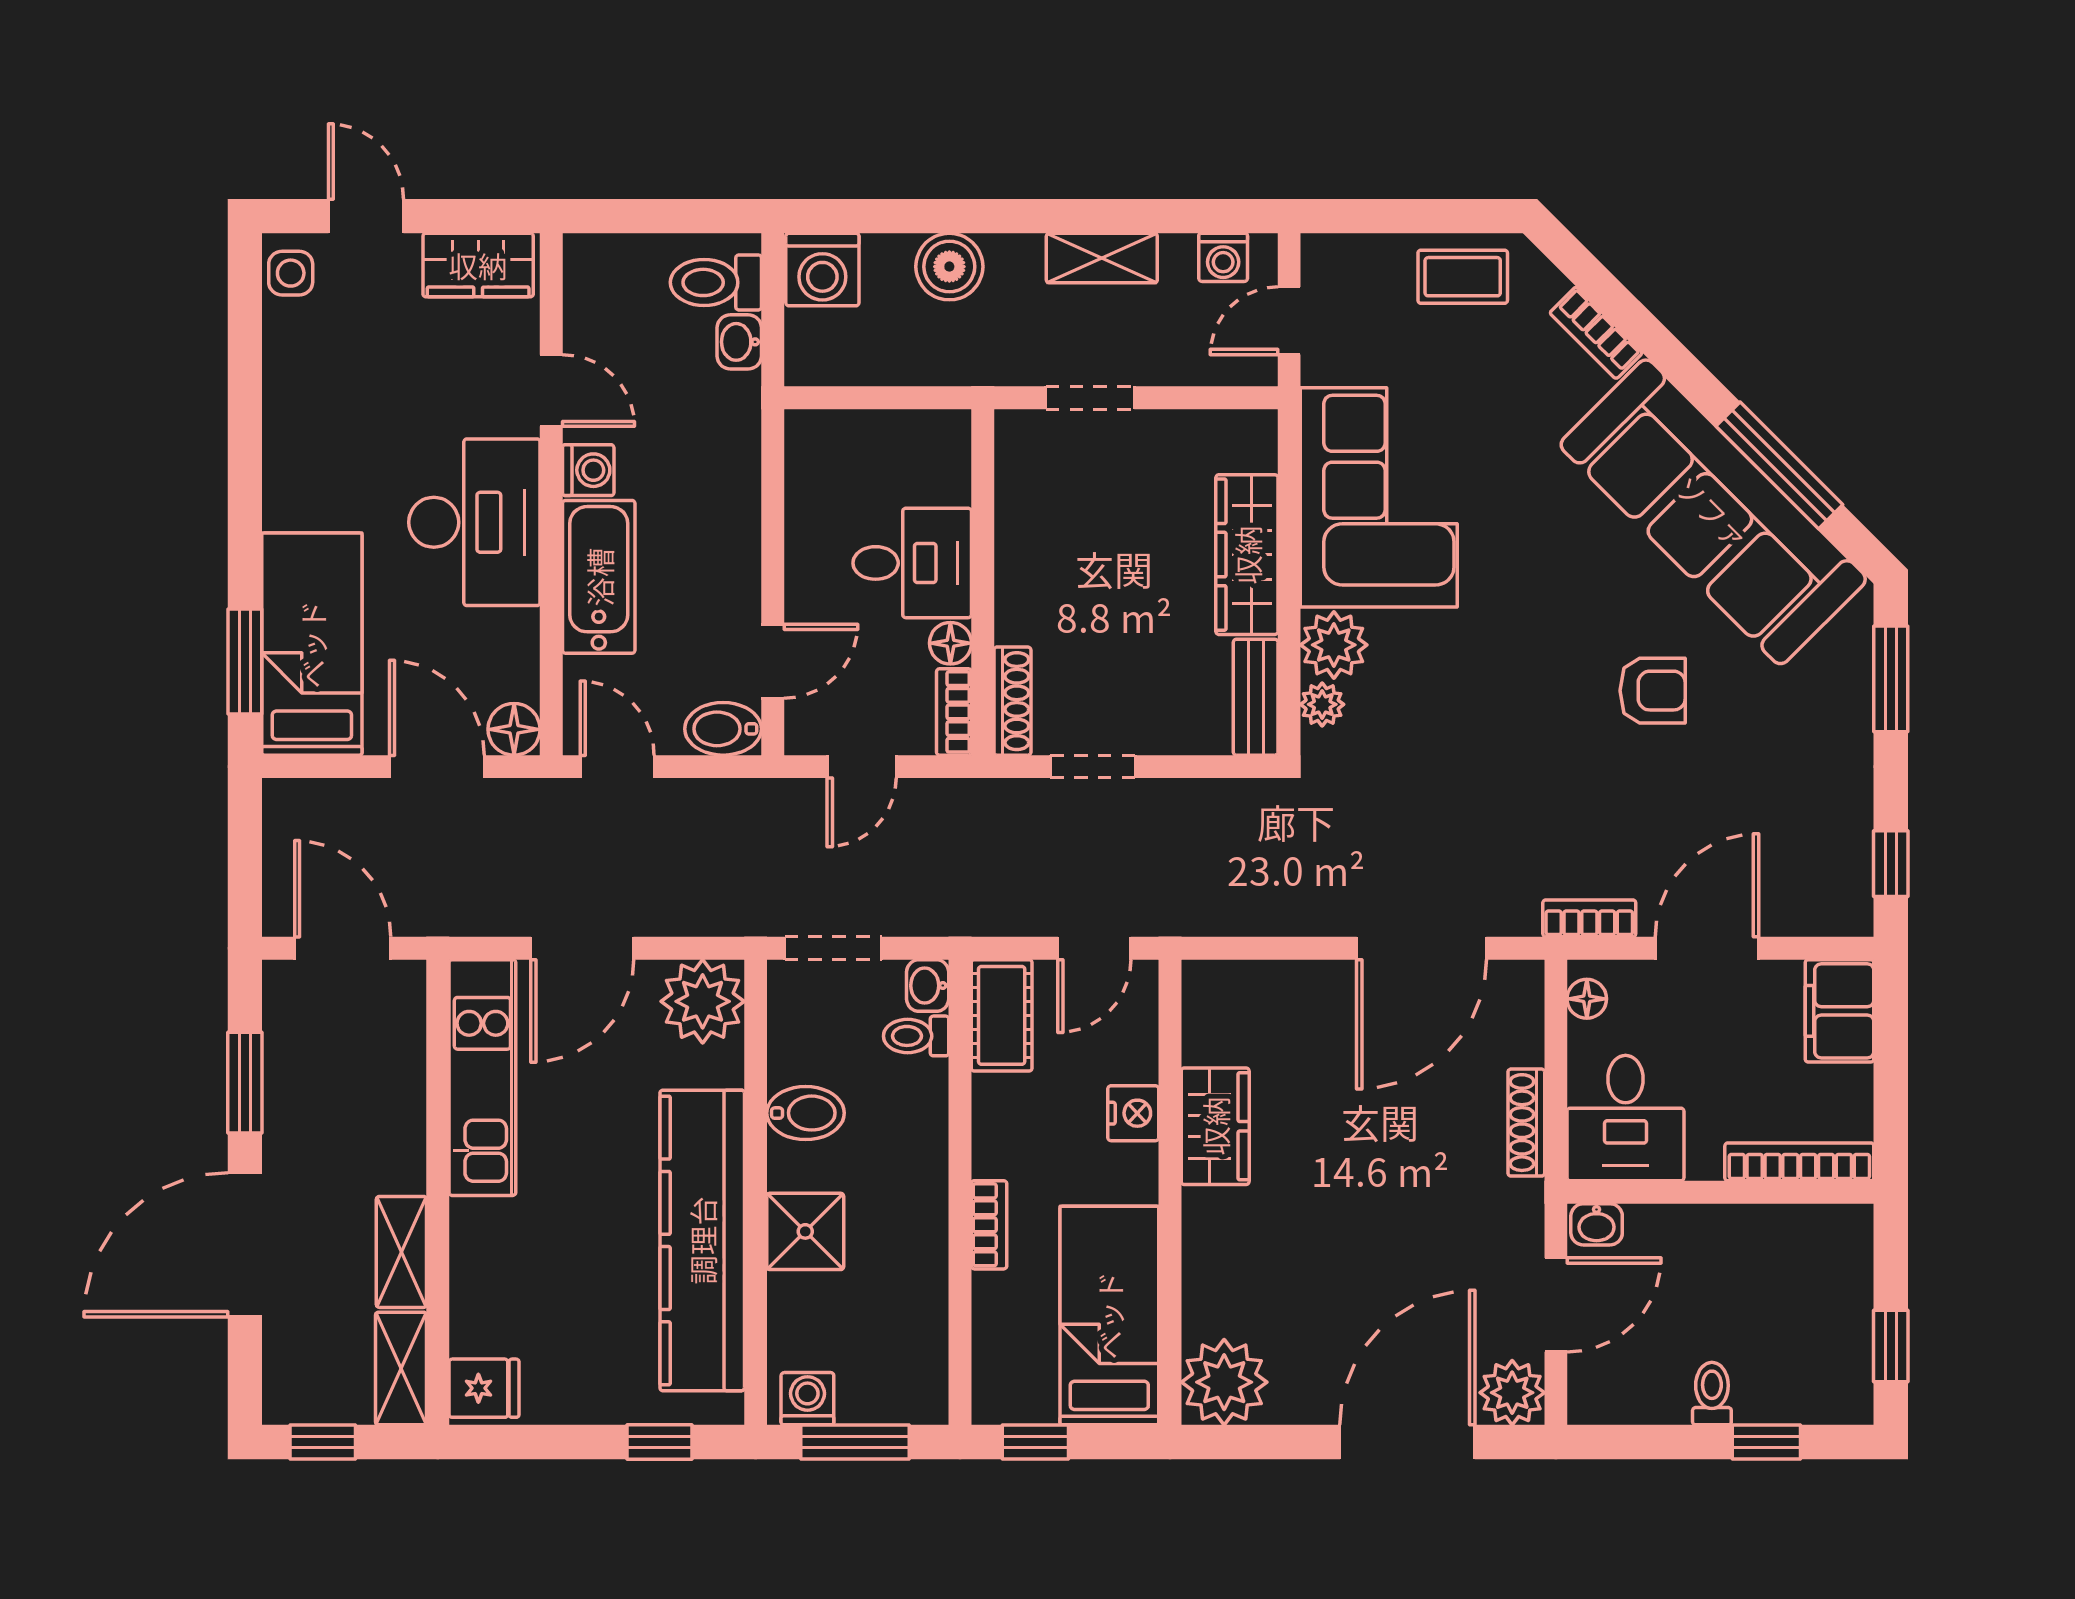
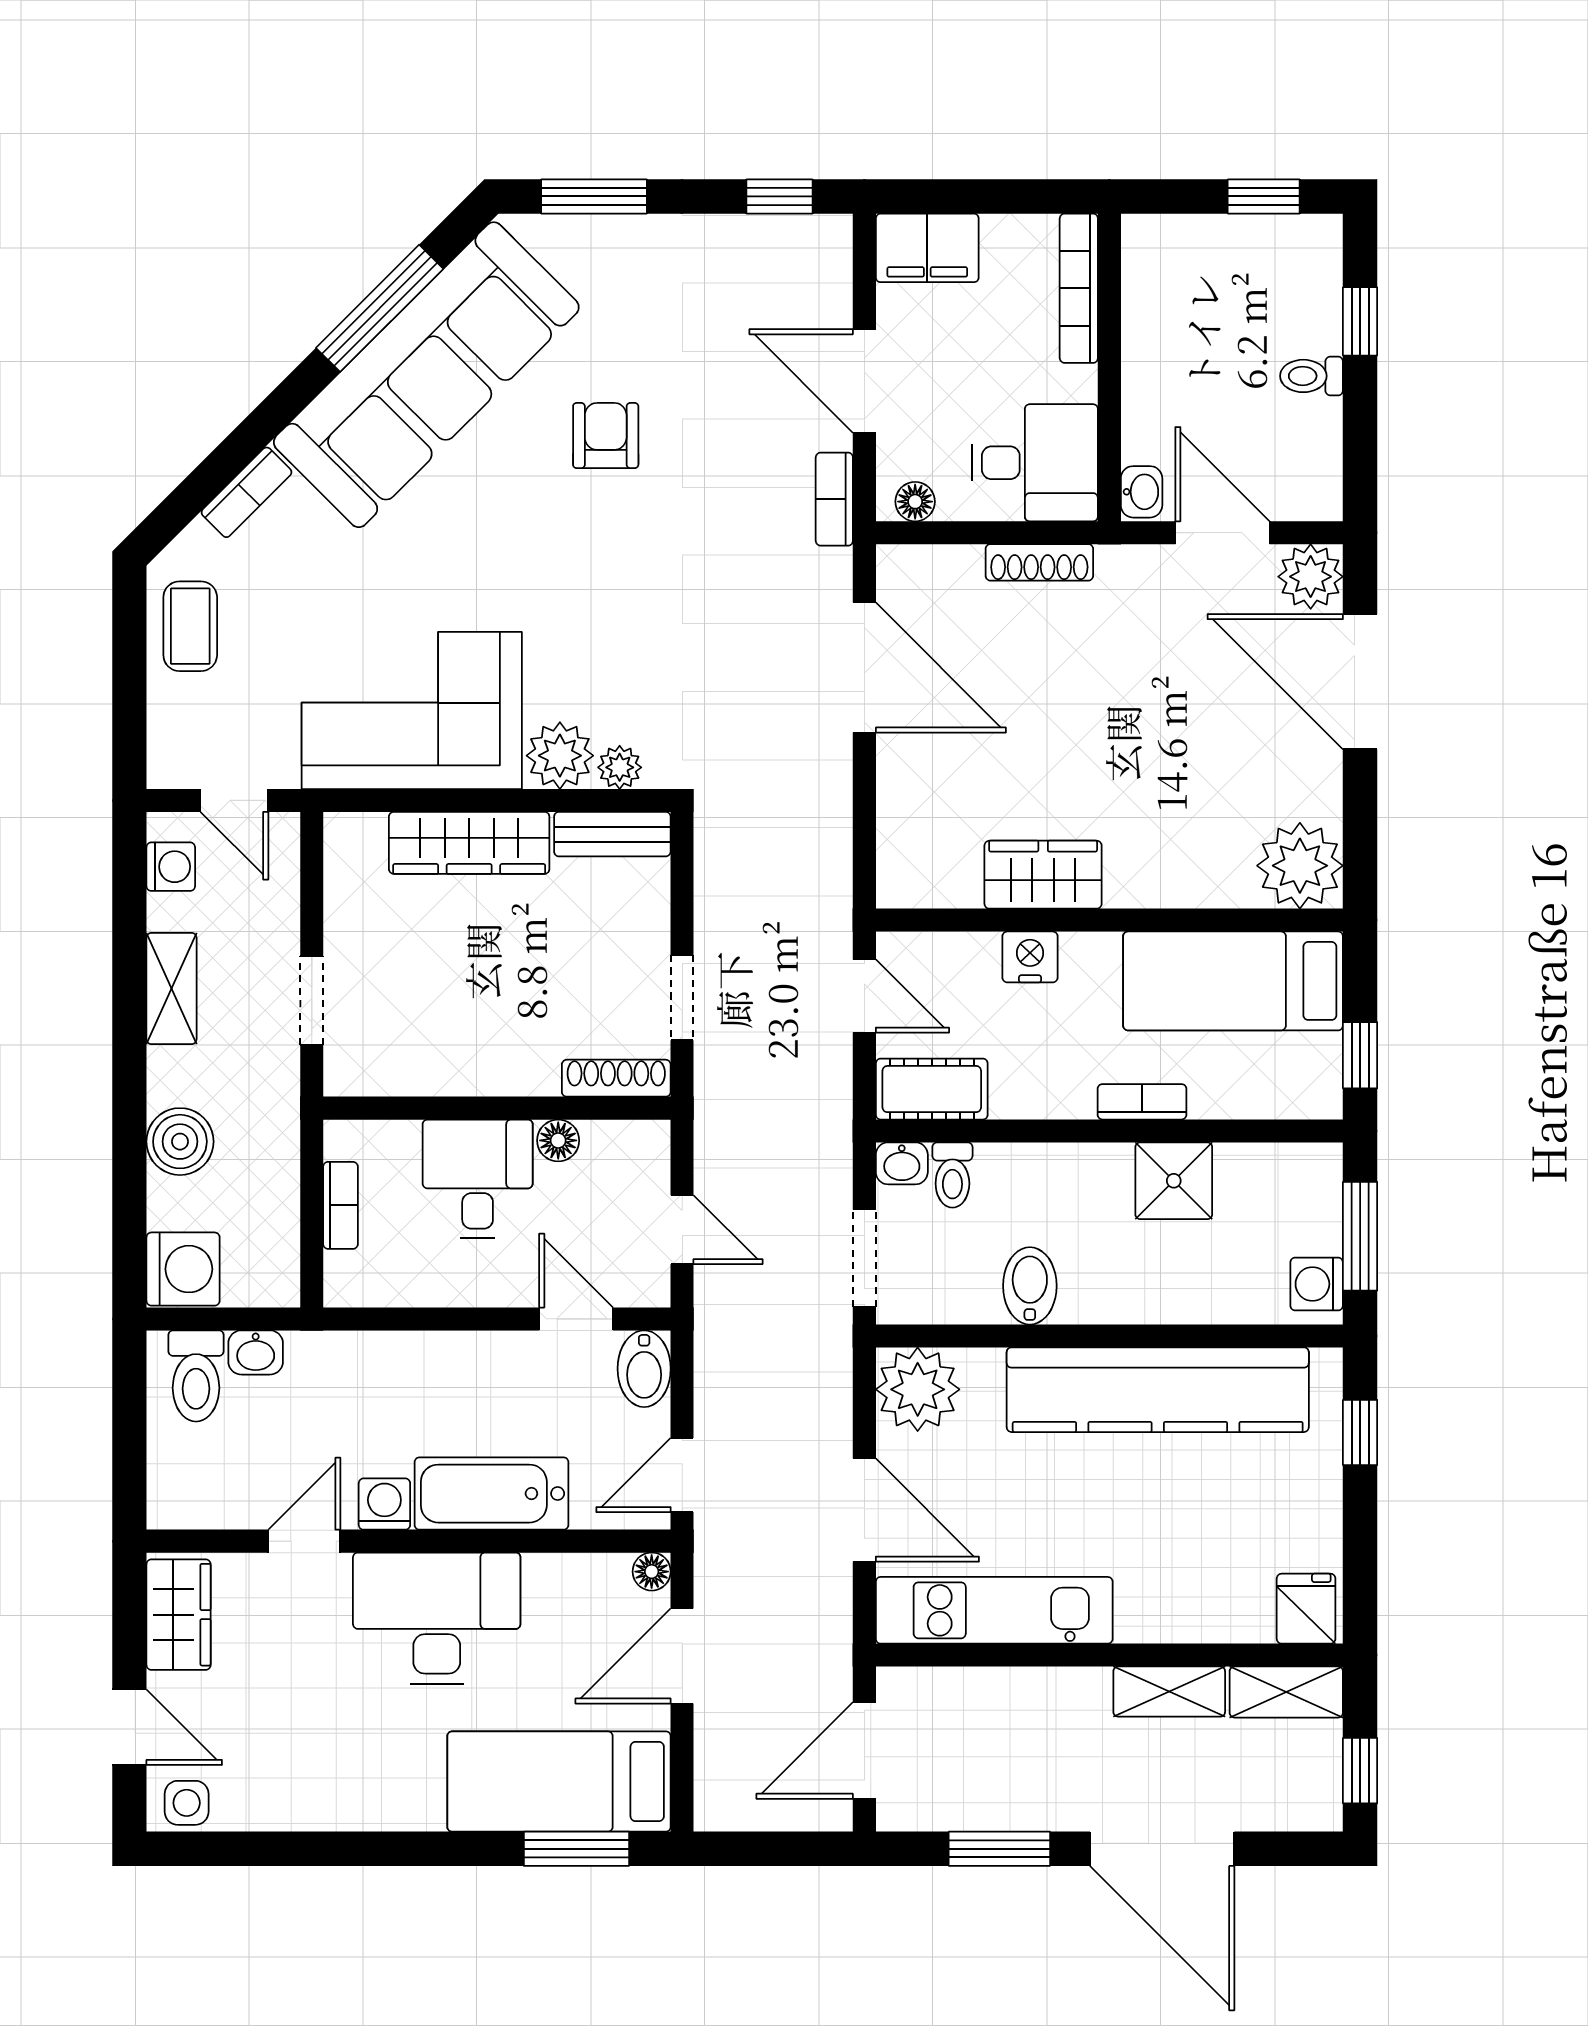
door: (366, 216) -> (129, 1727), swing flipped
bookcase: (954, 712) -> (340, 1205), moved, turned -90
floor lamp: (514, 729) -> (652, 1572), width x0.73, depth x0.73
shower: (805, 1231) -> (1174, 1181), moved

